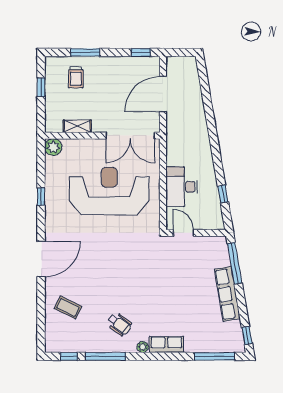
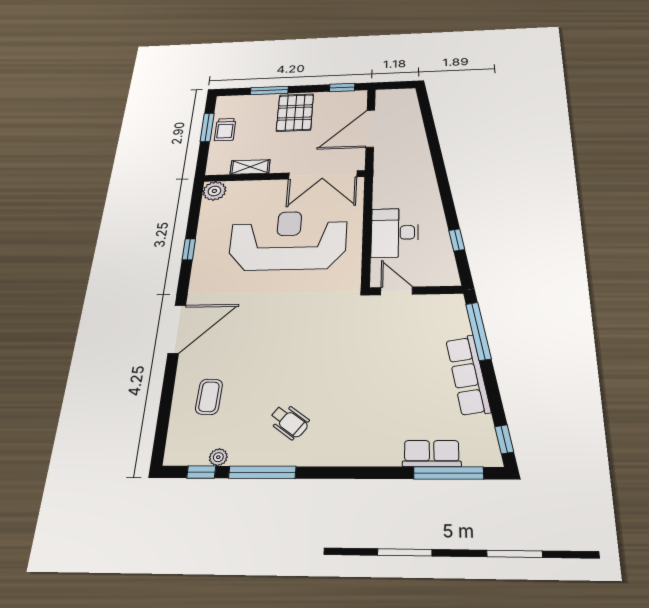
pallet: (106, 76) -> (295, 113), added
trolley: (76, 77) -> (225, 130), moved
window: (41, 87) -> (207, 127), width x1.50
coffee table: (68, 307) -> (209, 397), turned 67
row of seats: (166, 344) -> (432, 454), moved
plant: (143, 347) -> (218, 457), moved

